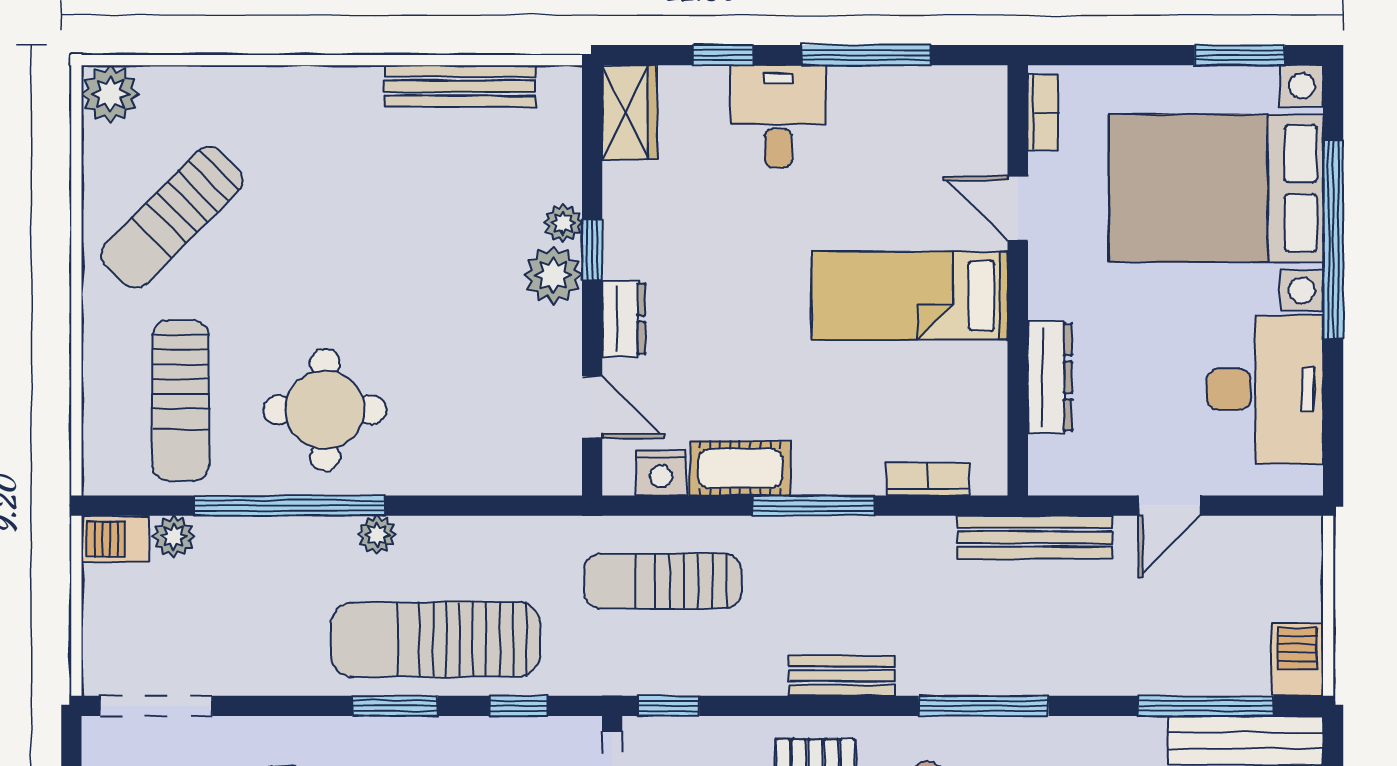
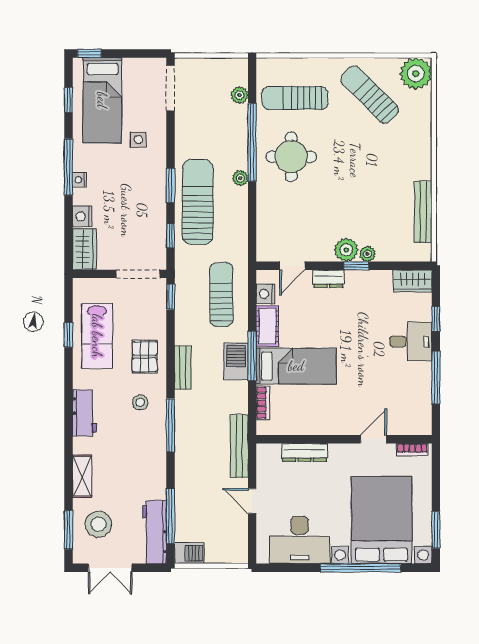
plant: (110, 94) -> (416, 74), width x1.36, depth x1.36
bed: (910, 296) -> (296, 366), moved, turned 90
barbecue: (116, 539) -> (236, 361), moved, width x1.38, depth x1.27

